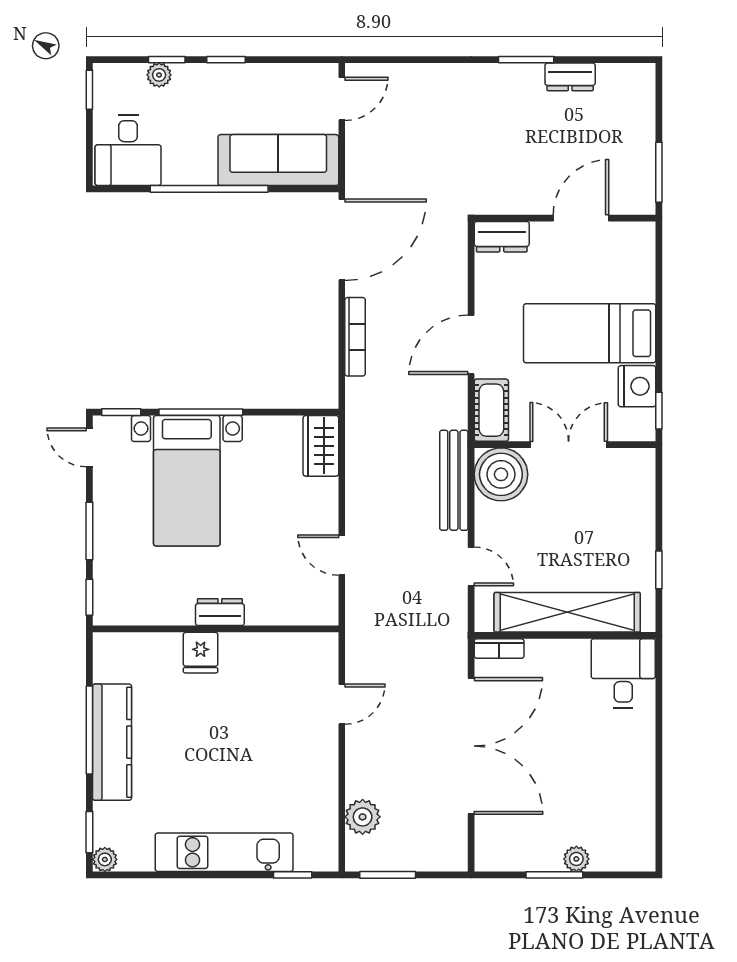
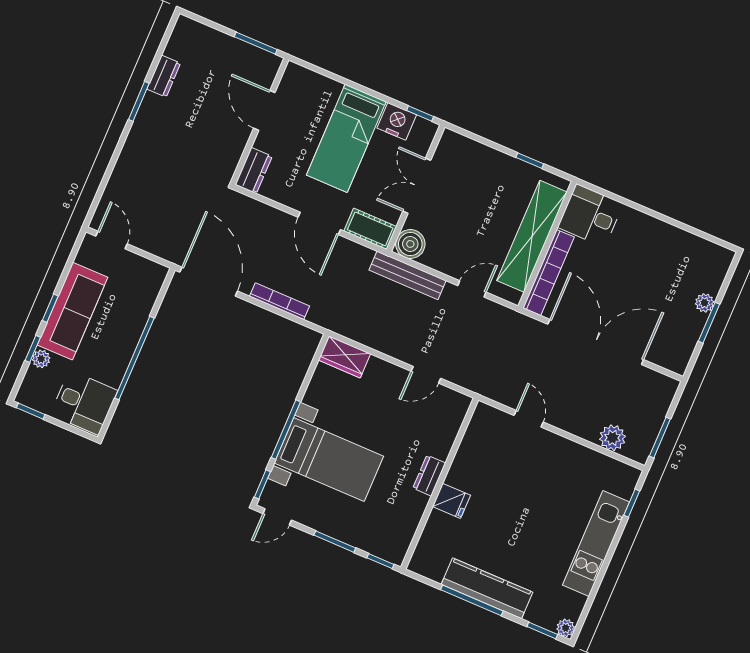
sofa: (278, 160) -> (72, 311), moved, turned 180
boiler: (501, 474) -> (410, 244), width x0.73, depth x0.73
bookcase: (499, 649) -> (549, 272), width x2.31, depth x1.31

